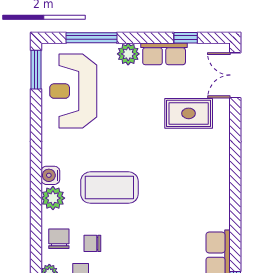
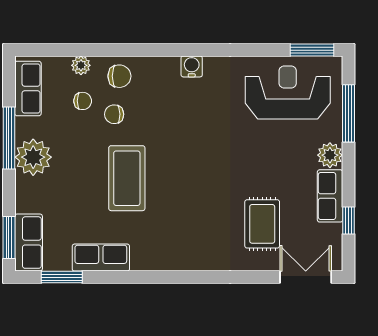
coffee table: (109, 188) -> (127, 178), moved
plant: (53, 198) -> (166, 69), removed
chair: (92, 243) -> (114, 114), turned -91

